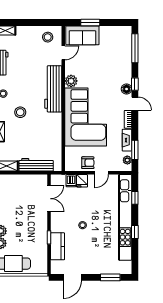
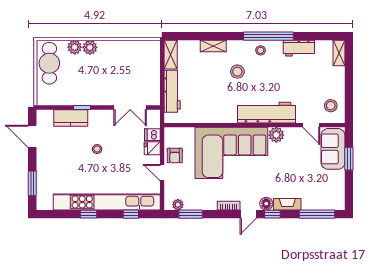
fireplace: (127, 140) -> (287, 204), moved

